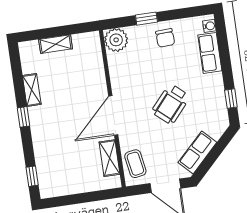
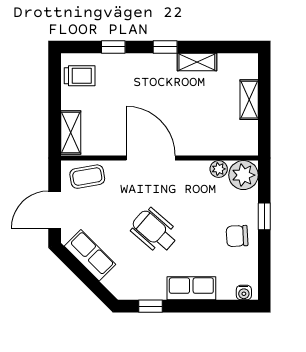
row of seats: (210, 53) -> (191, 288), moved
plant: (114, 60) -> (219, 169), added
shelving: (109, 158) -> (71, 132), moved, turned 90
window: (32, 176) -> (113, 47), moved
trolley: (56, 181) -> (80, 76), added

